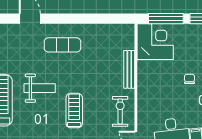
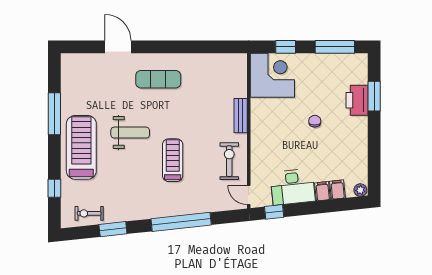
window: (166, 19) -> (286, 47), width x0.46
bench: (129, 69) -> (241, 116), width x0.73

